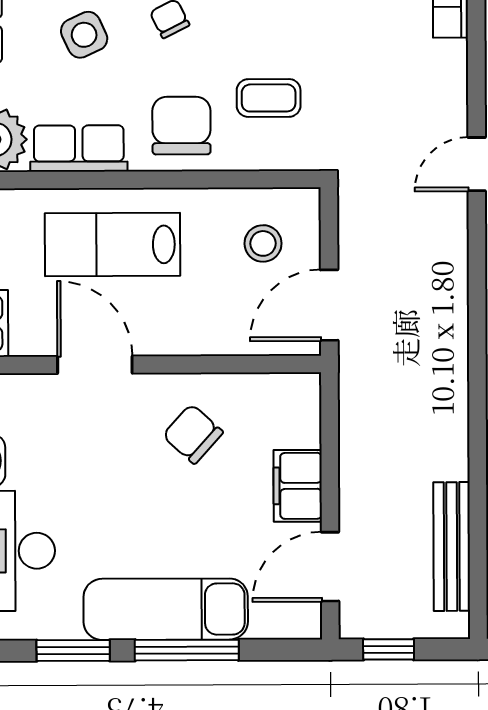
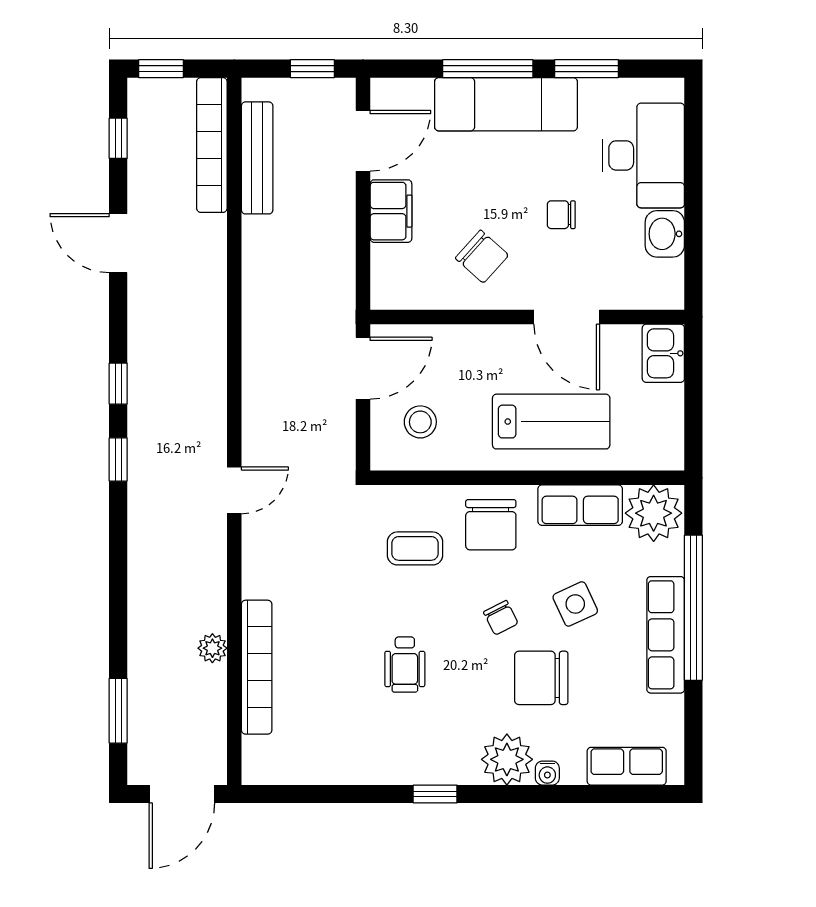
chair: (102, 482) -> (561, 215), added

